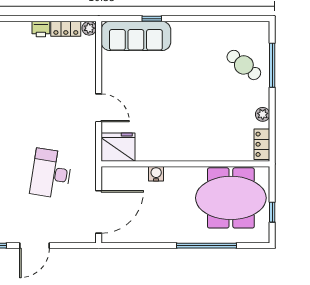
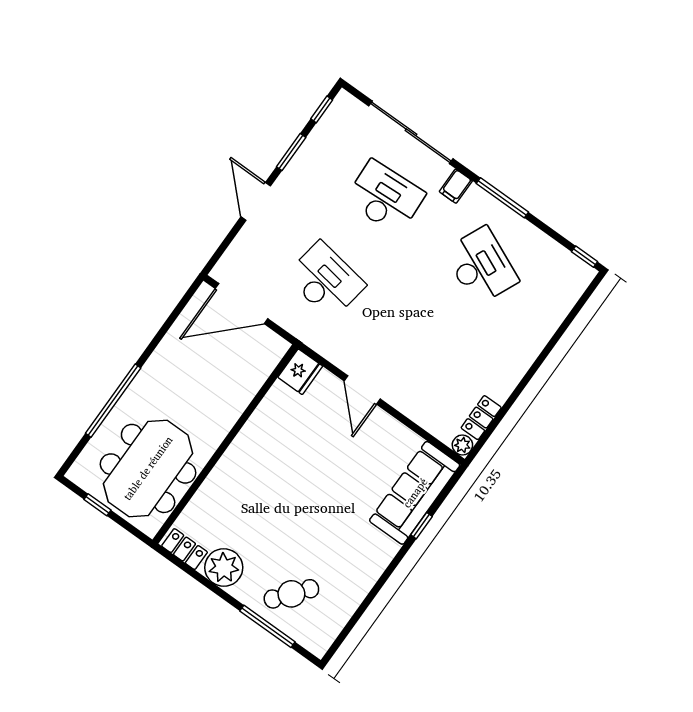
printer: (41, 29) -> (501, 388), removed
door: (99, 108) -> (362, 390), hinge flipped
plant: (263, 114) -> (224, 568), width x1.87, depth x1.87
fridge: (118, 147) -> (300, 372), width x0.73, depth x0.75
water cooler: (156, 174) -> (238, 402), removed
door: (99, 212) -> (242, 304), hinge flipped

